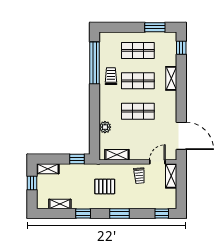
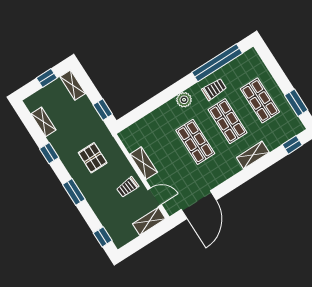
plant: (105, 127) -> (184, 100), moved
shelving: (117, 155) -> (144, 163), moved

